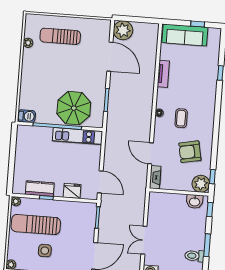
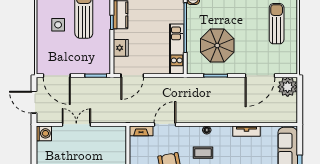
parasol: (74, 108) -> (217, 45), moved

